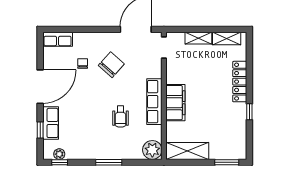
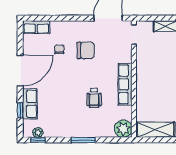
chair: (111, 65) -> (86, 50), turned 48
filing cabinet: (175, 103) -> (144, 85), removed

